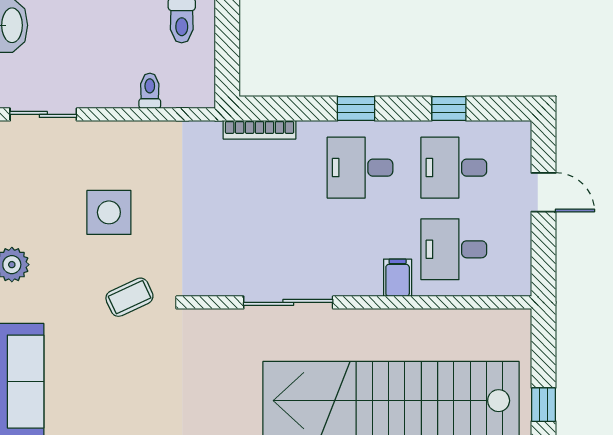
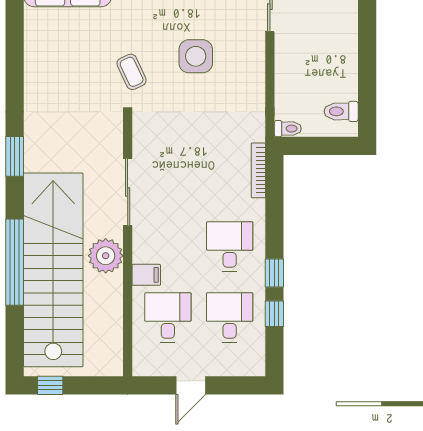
toilet: (150, 91) -> (288, 129), moved
window: (356, 108) -> (274, 273), moved
door: (543, 192) -> (191, 385), moved
plant: (372, 331) -> (106, 256), added

